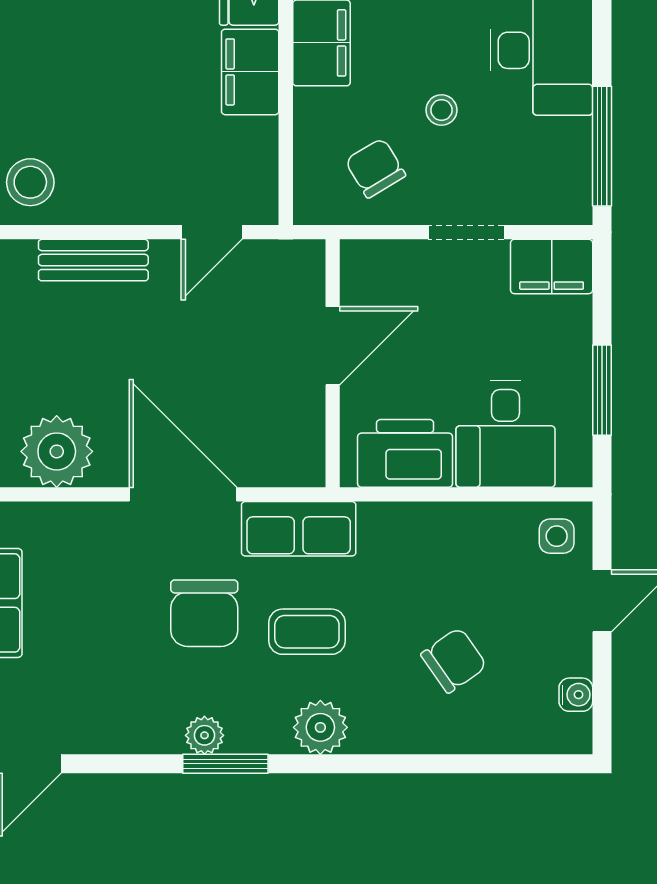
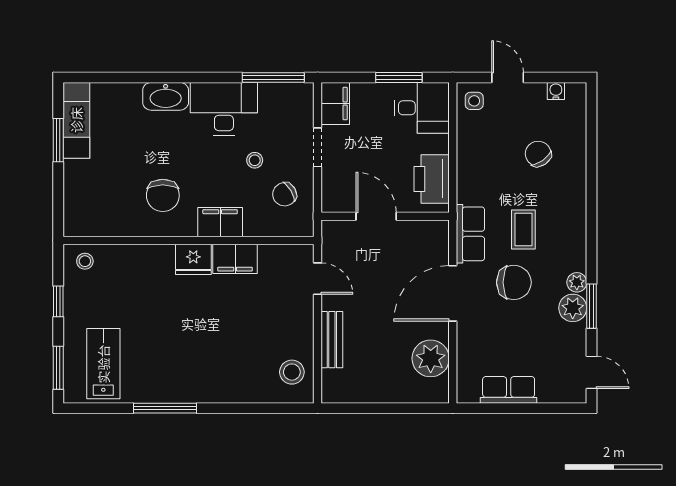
desk: (506, 434) -> (422, 108), moved
plant: (320, 727) -> (573, 308), moved
window: (225, 764) -> (591, 306), moved

